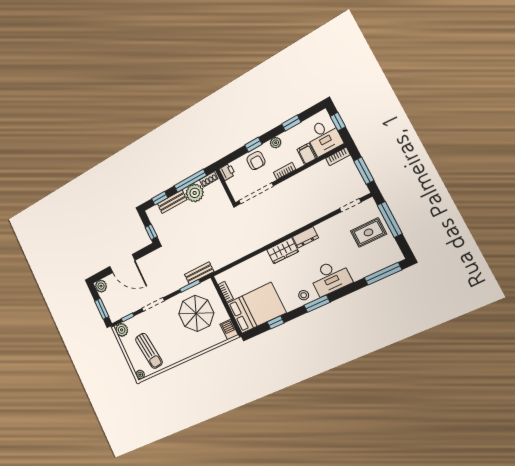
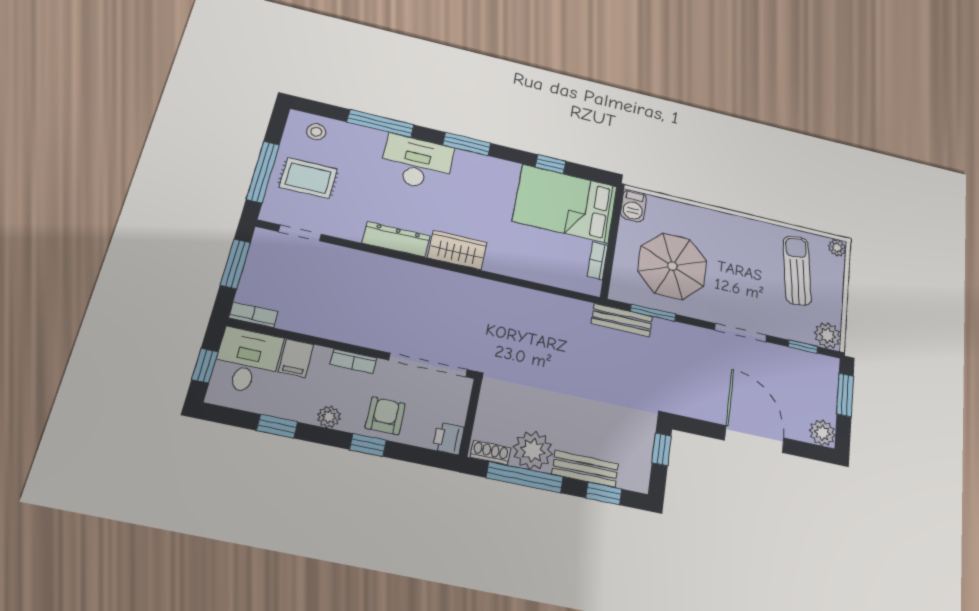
dresser: (305, 237) -> (396, 239), width x1.44
window: (383, 274) -> (380, 123), moved
stool: (304, 295) -> (316, 132), moved

